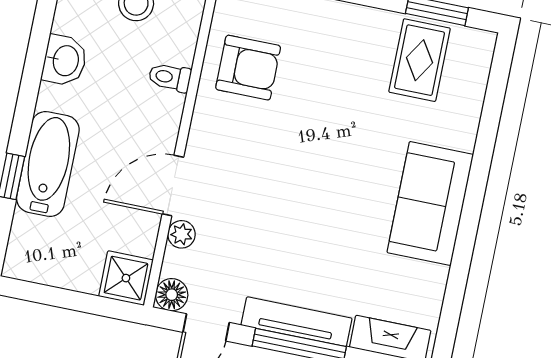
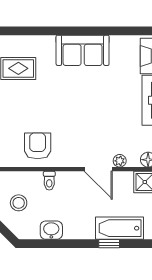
bathtub: (48, 164) -> (119, 228), moved

